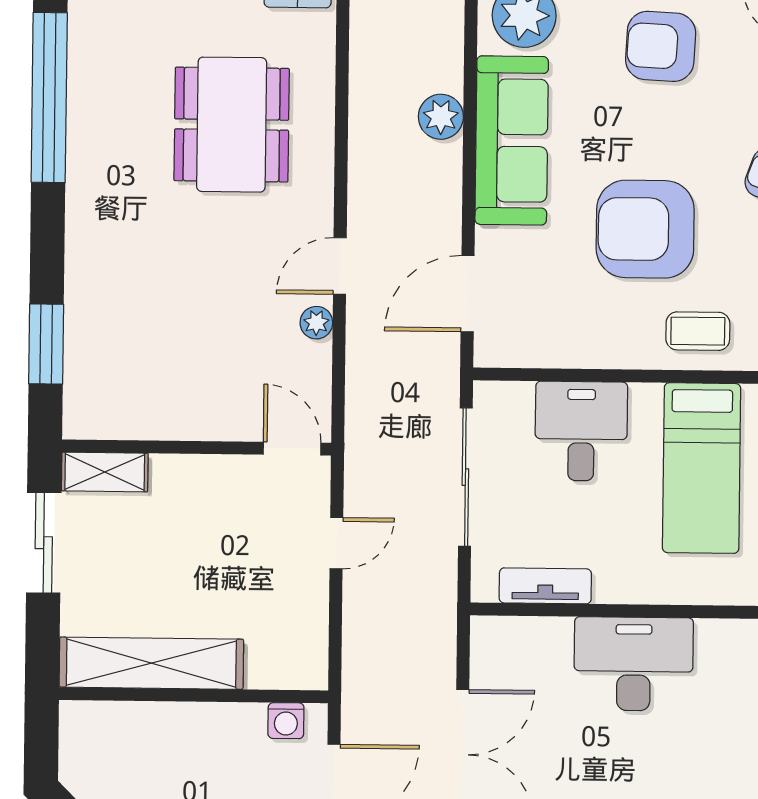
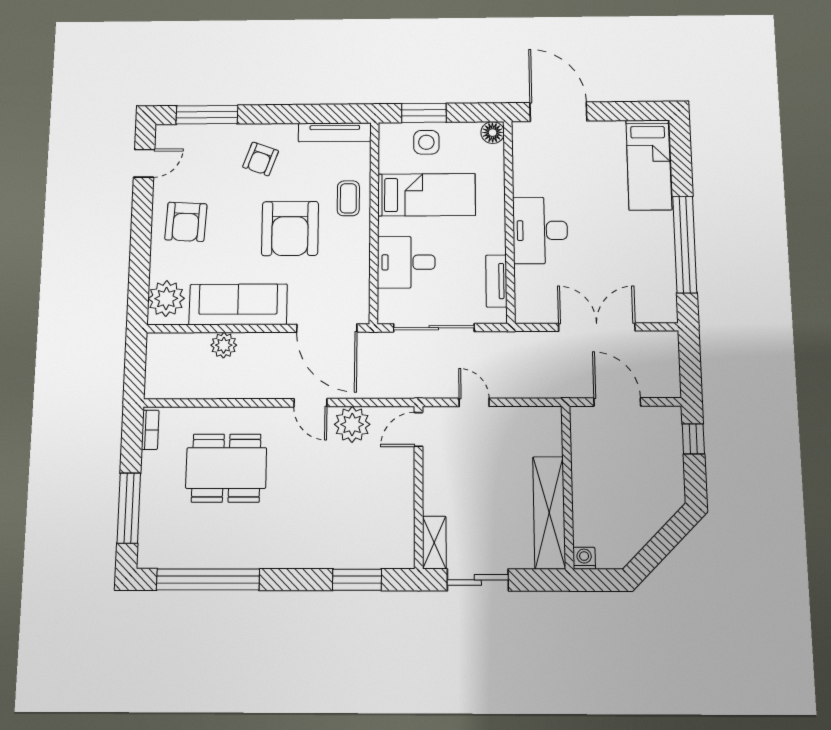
door: (468, 294) -> (327, 328), width x1.36
plant: (316, 323) -> (352, 424), width x1.88, depth x1.88
washing machine: (286, 721) -> (584, 558), moved, turned -90

